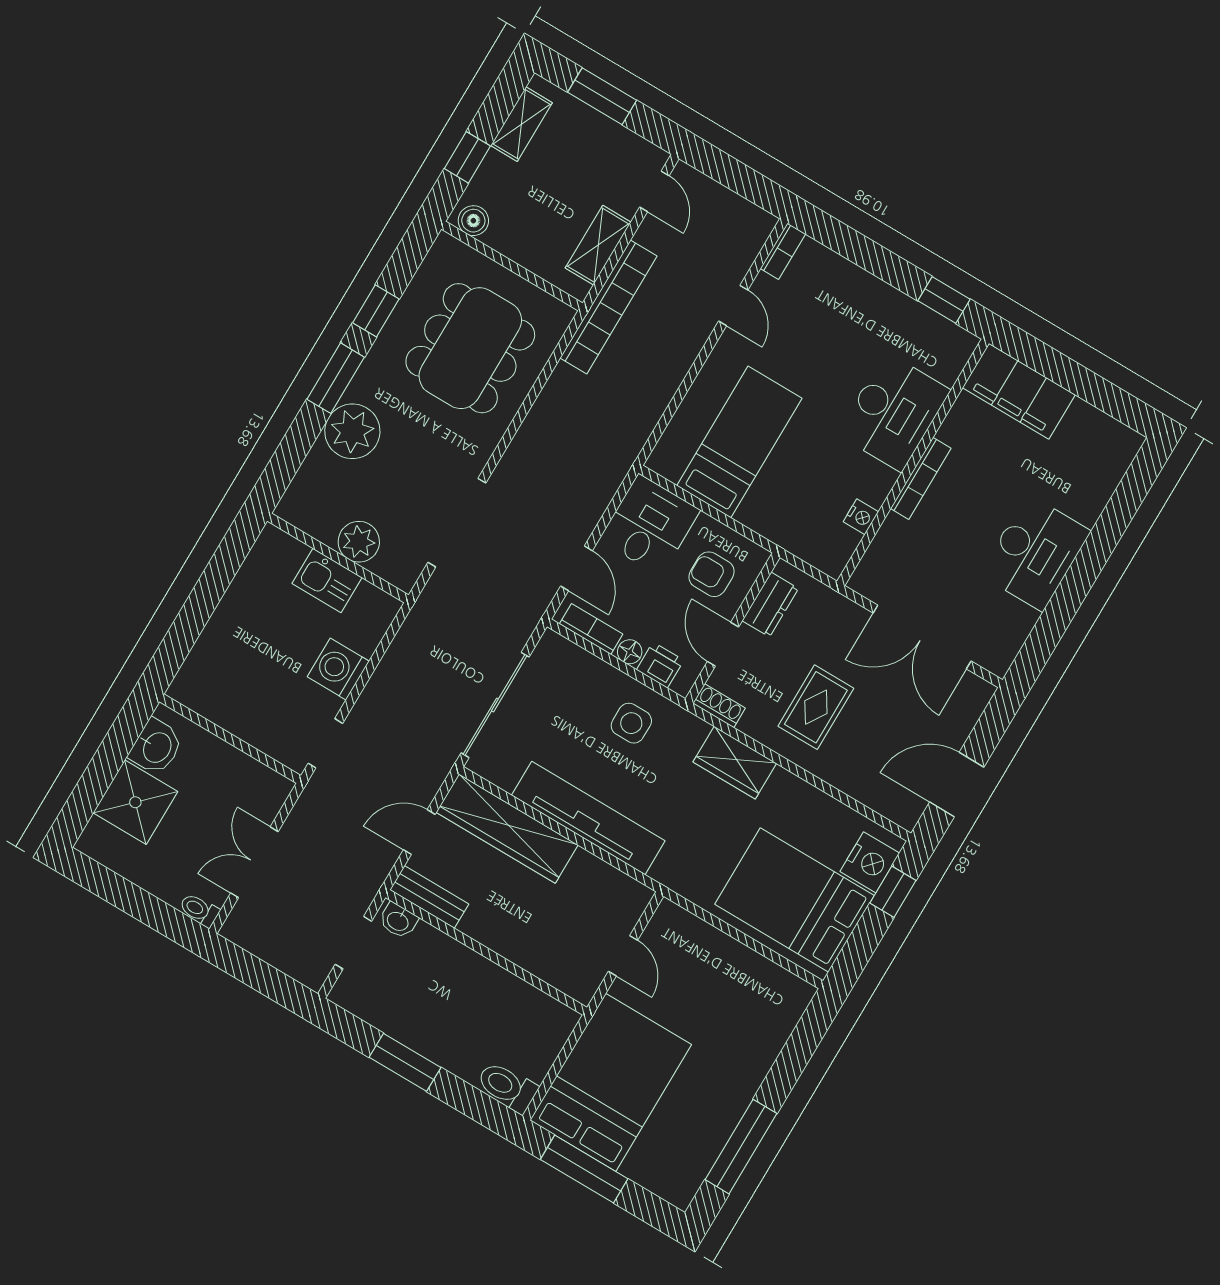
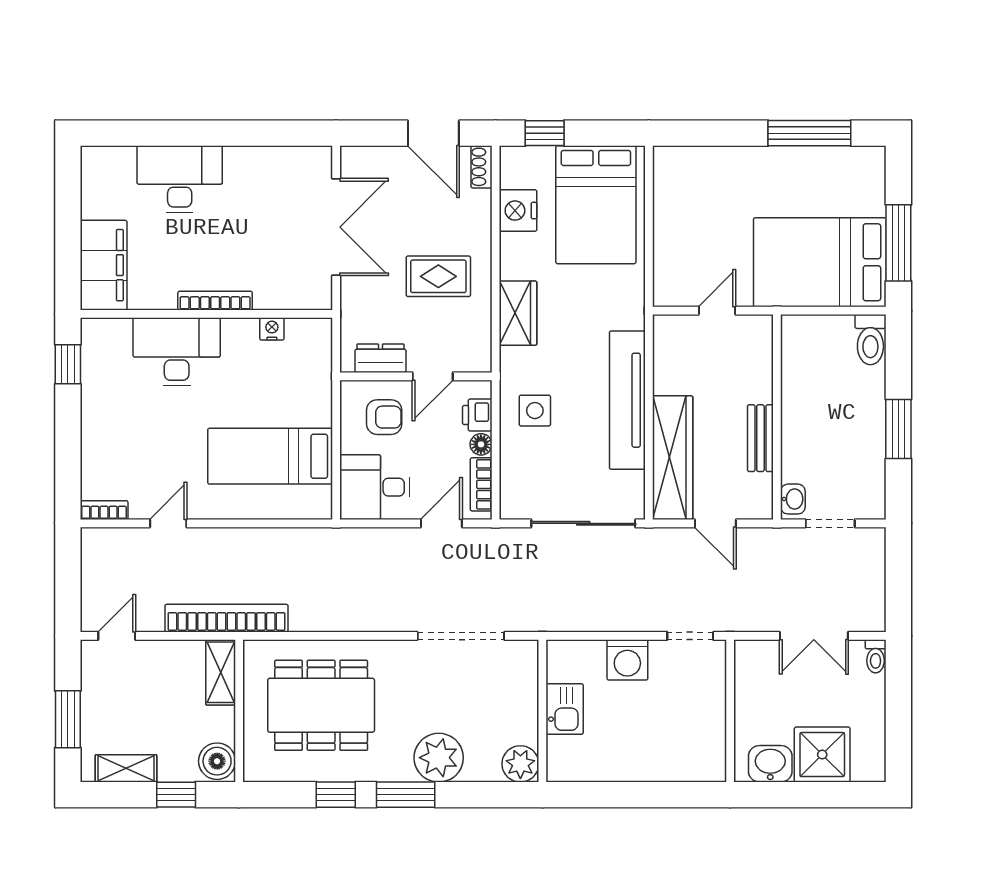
boiler: (473, 221) -> (217, 761), width x1.36, depth x1.36
shelving: (598, 245) -> (221, 672), moved, turned 90
plant: (359, 542) -> (520, 764), moved
desk: (1035, 553) -> (180, 179), moved
armchair: (712, 574) -> (384, 417), turned -90
shoe rack: (719, 706) -> (481, 167), moved
nightstand: (870, 862) -> (518, 211), moved, turned -90
bench: (429, 897) -> (760, 438), moved

